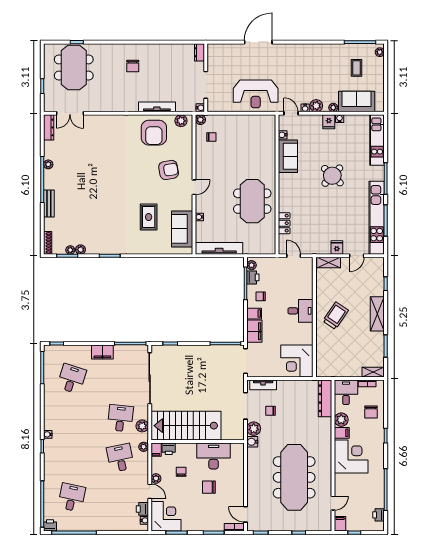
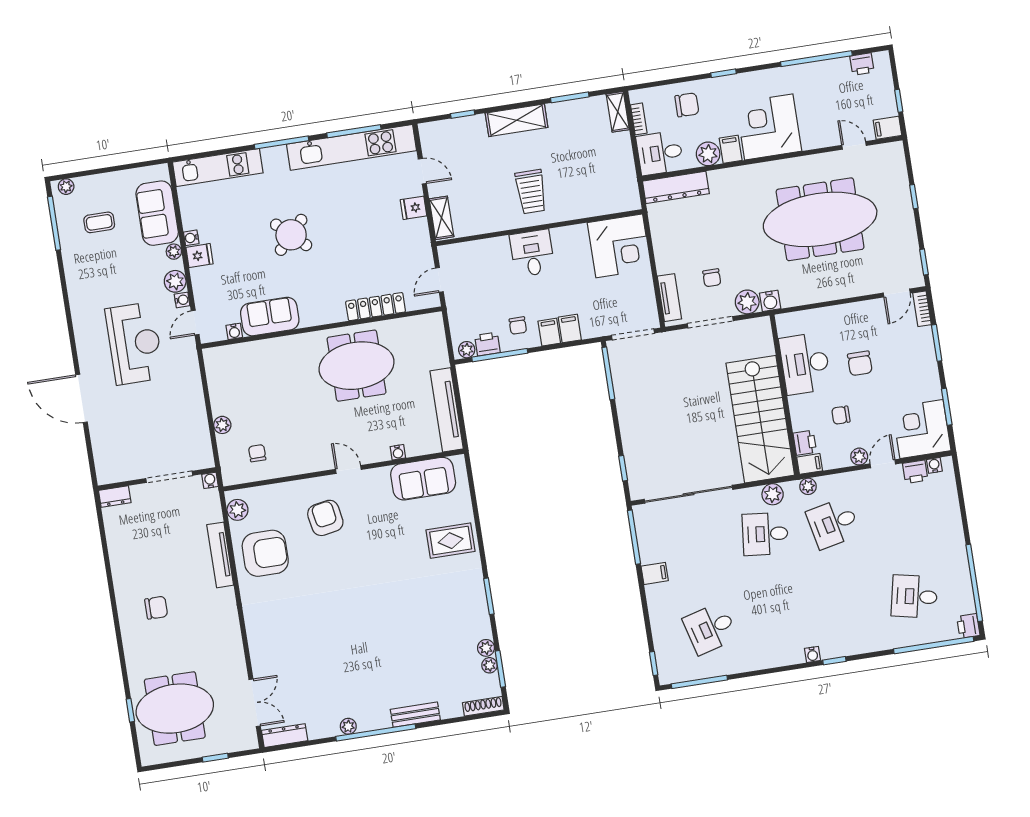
reception desk: (256, 94) -> (135, 343), moved
plant: (200, 120) -> (222, 425), moved
rug: (149, 217) -> (451, 541), moved
locker: (284, 223) -> (376, 307), width x1.53
trolley: (336, 316) -> (531, 192), turned -124
filing cabinet: (254, 331) -> (570, 329), width x0.50
filing cabinet: (102, 352) -> (655, 573), width x0.50
desk: (72, 379) -> (710, 628), turned -33

